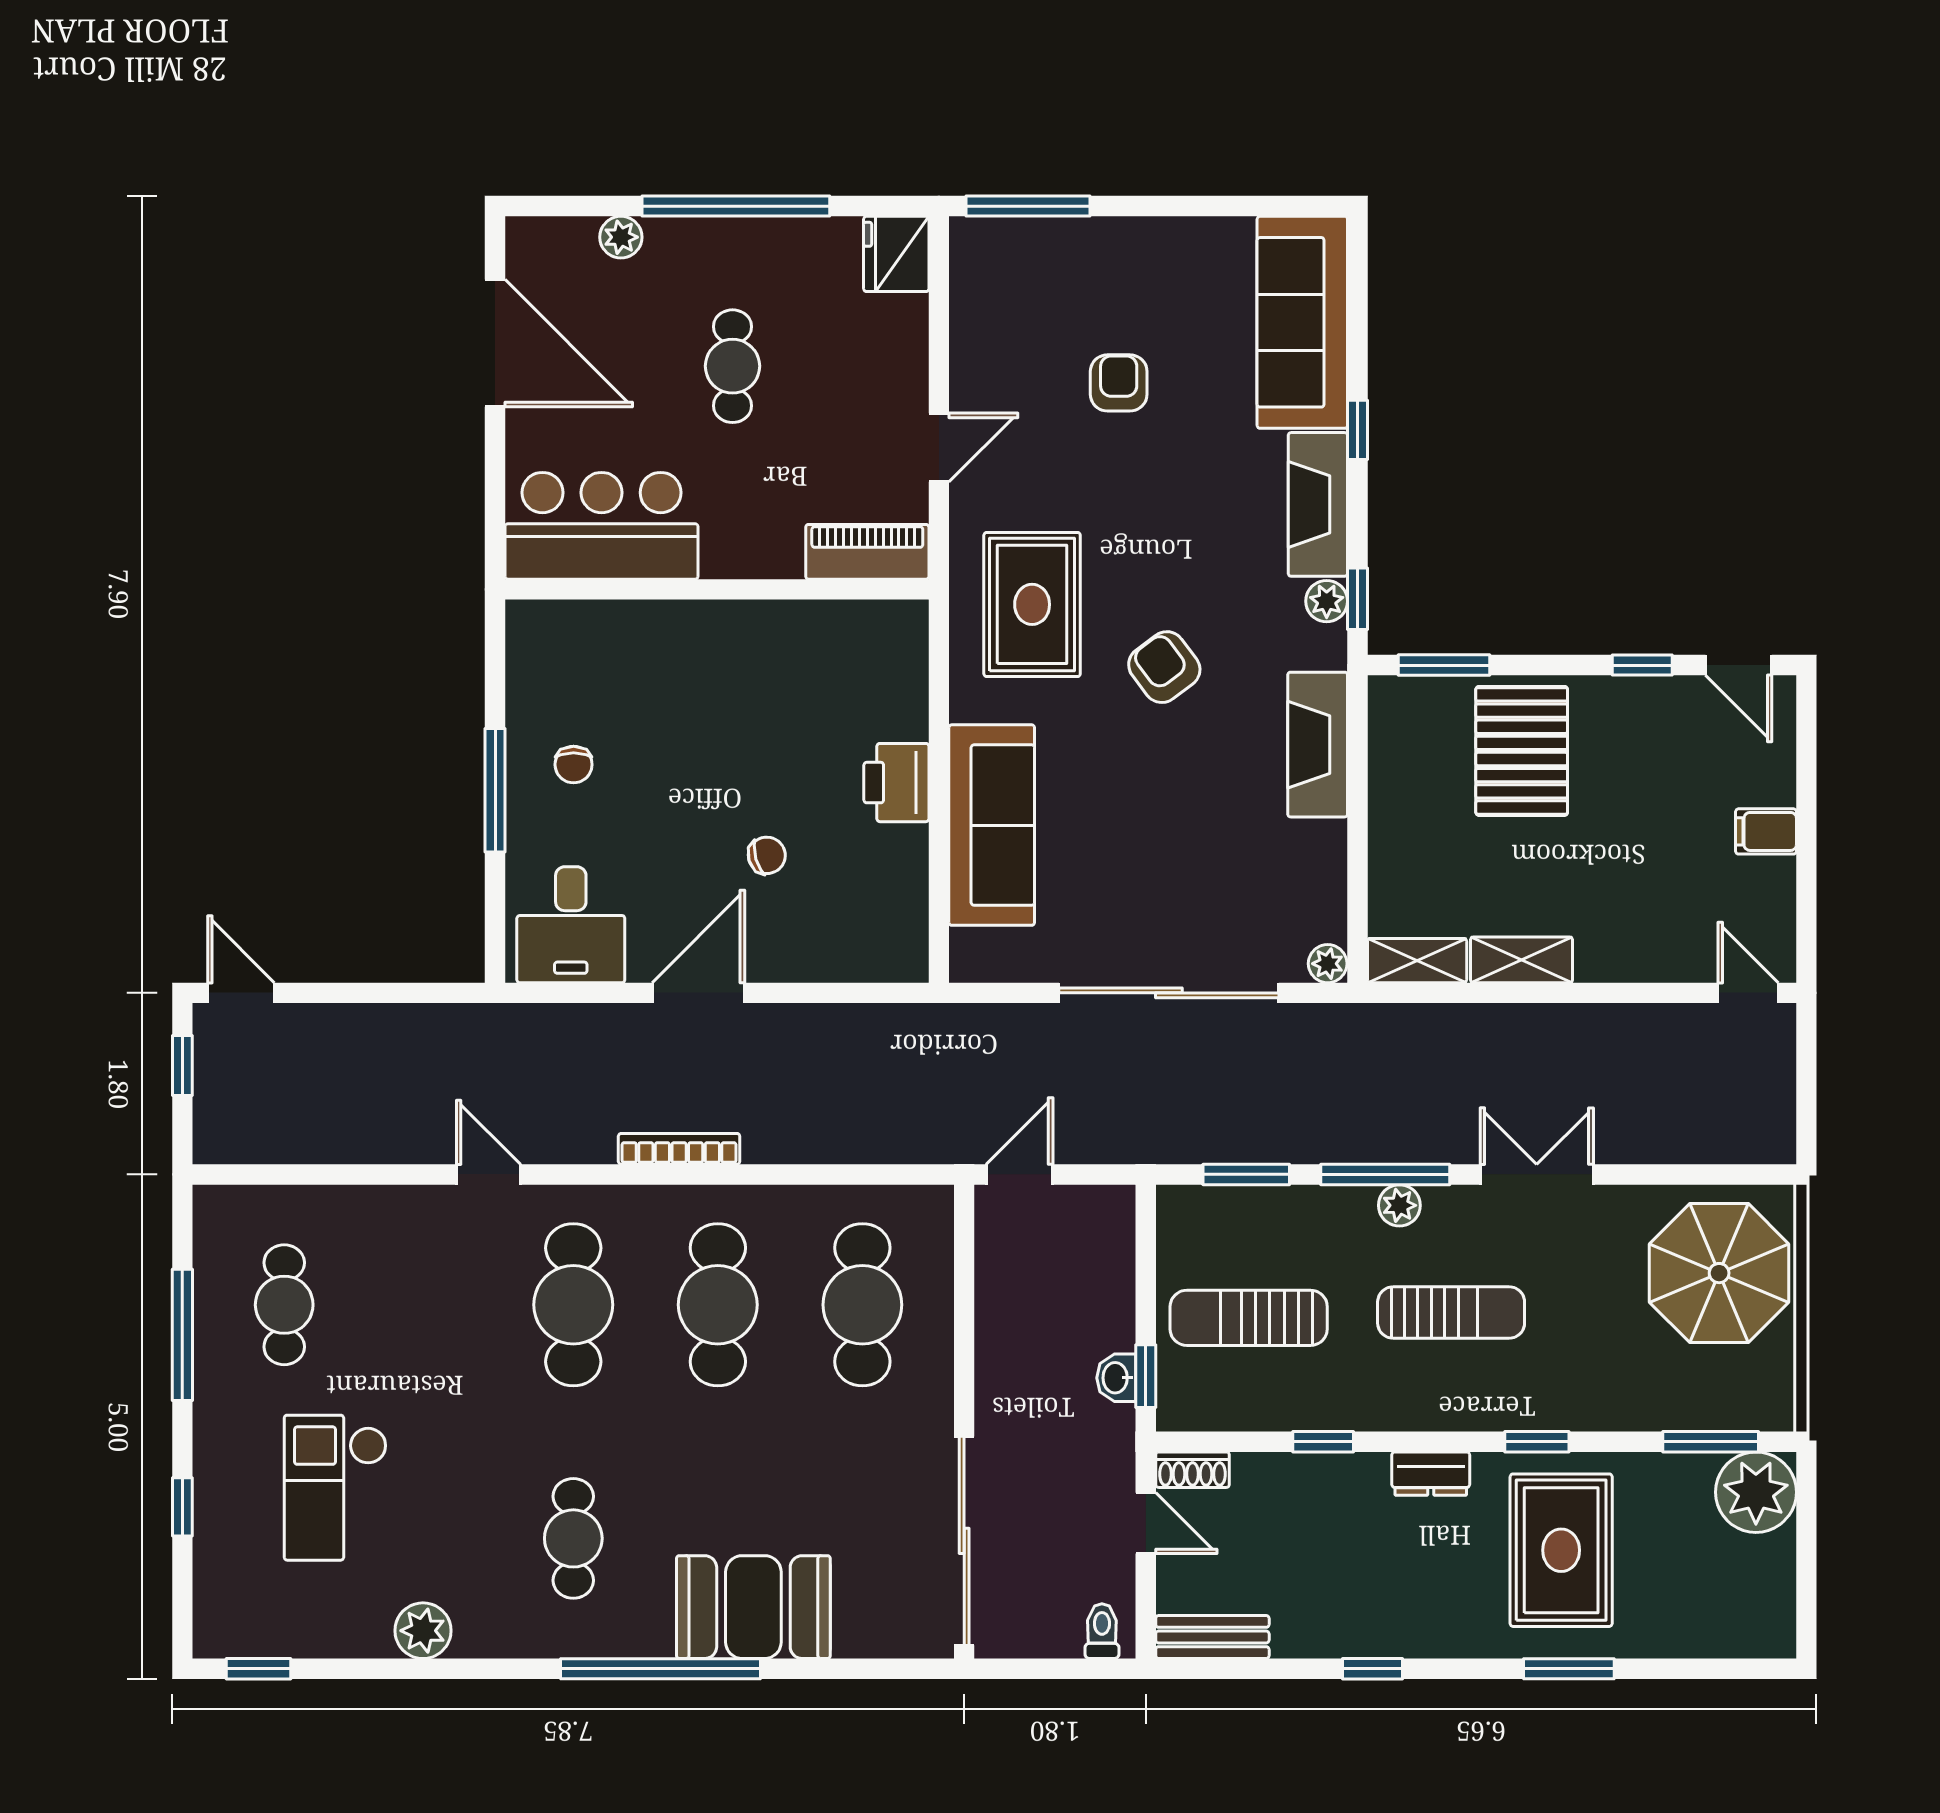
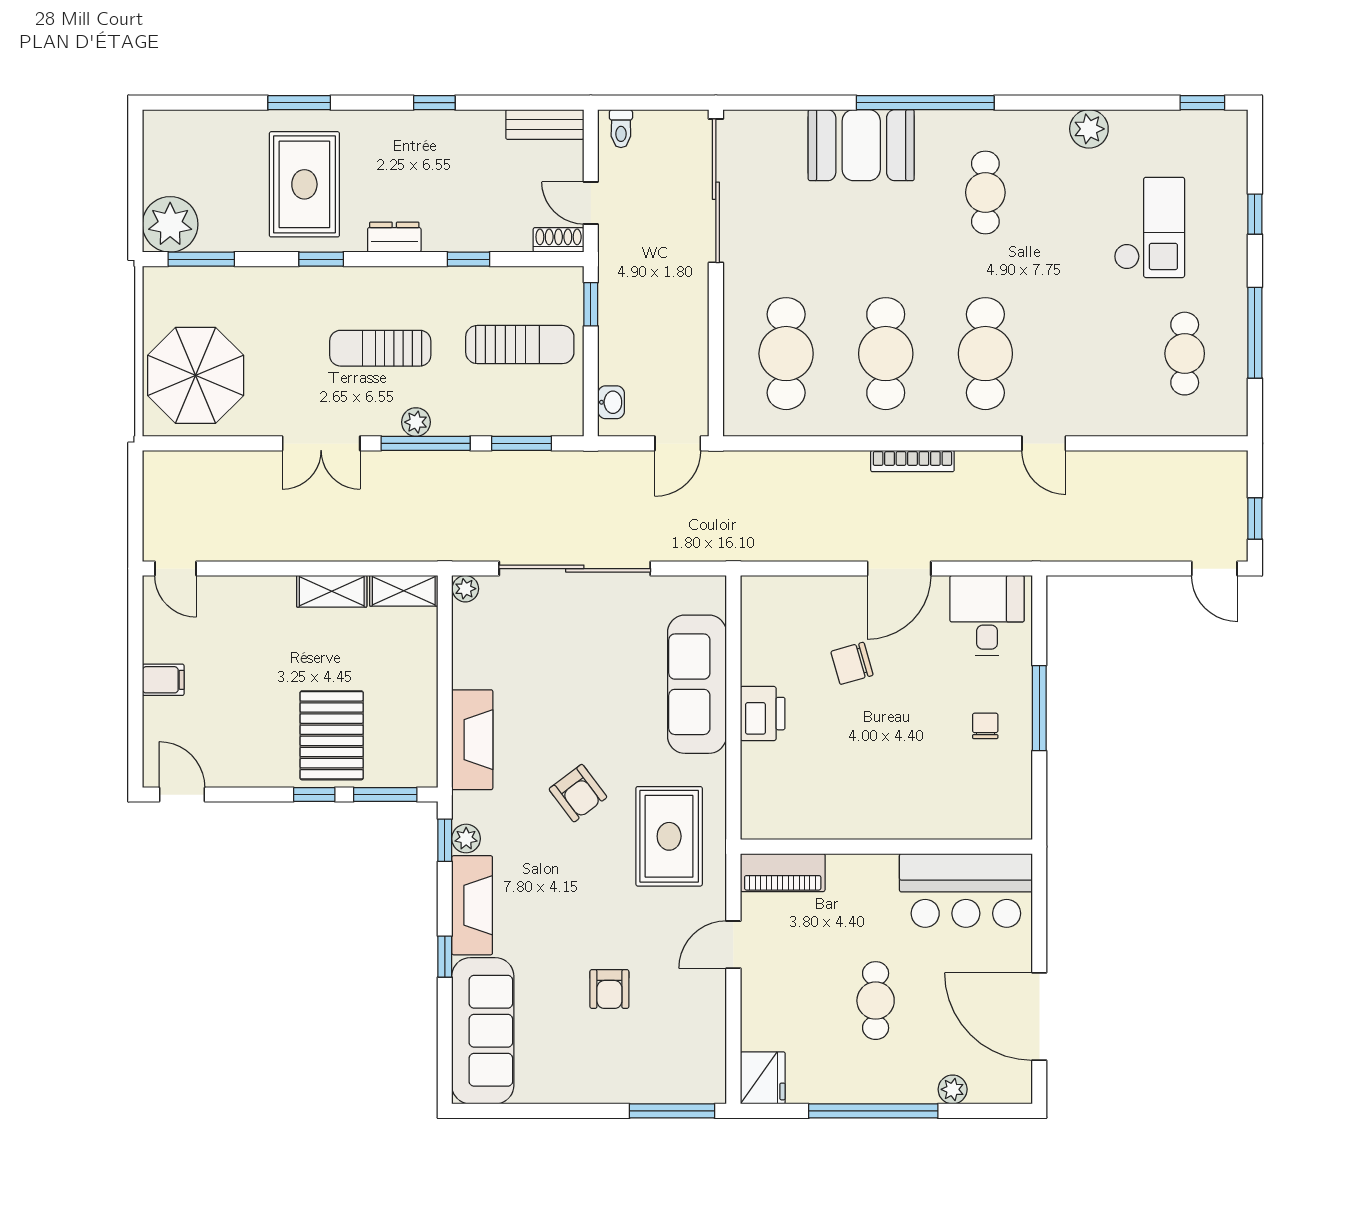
window: (1642, 665) -> (314, 795), moved
chair: (767, 855) -> (852, 663), width x1.37, depth x1.37
washbasin: (1116, 1378) -> (611, 402), moved

